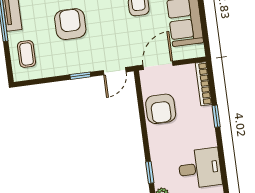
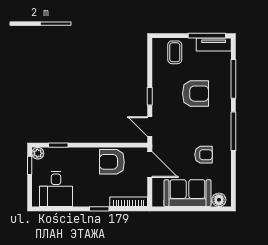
coffee table: (27, 54) -> (175, 52), turned 90

